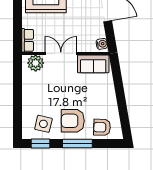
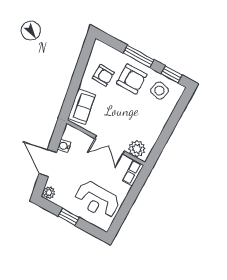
water cooler: (102, 44) -> (64, 146), moved
sofa: (93, 64) -> (82, 107), moved, turned 80
armchair: (102, 127) -> (103, 75), moved

